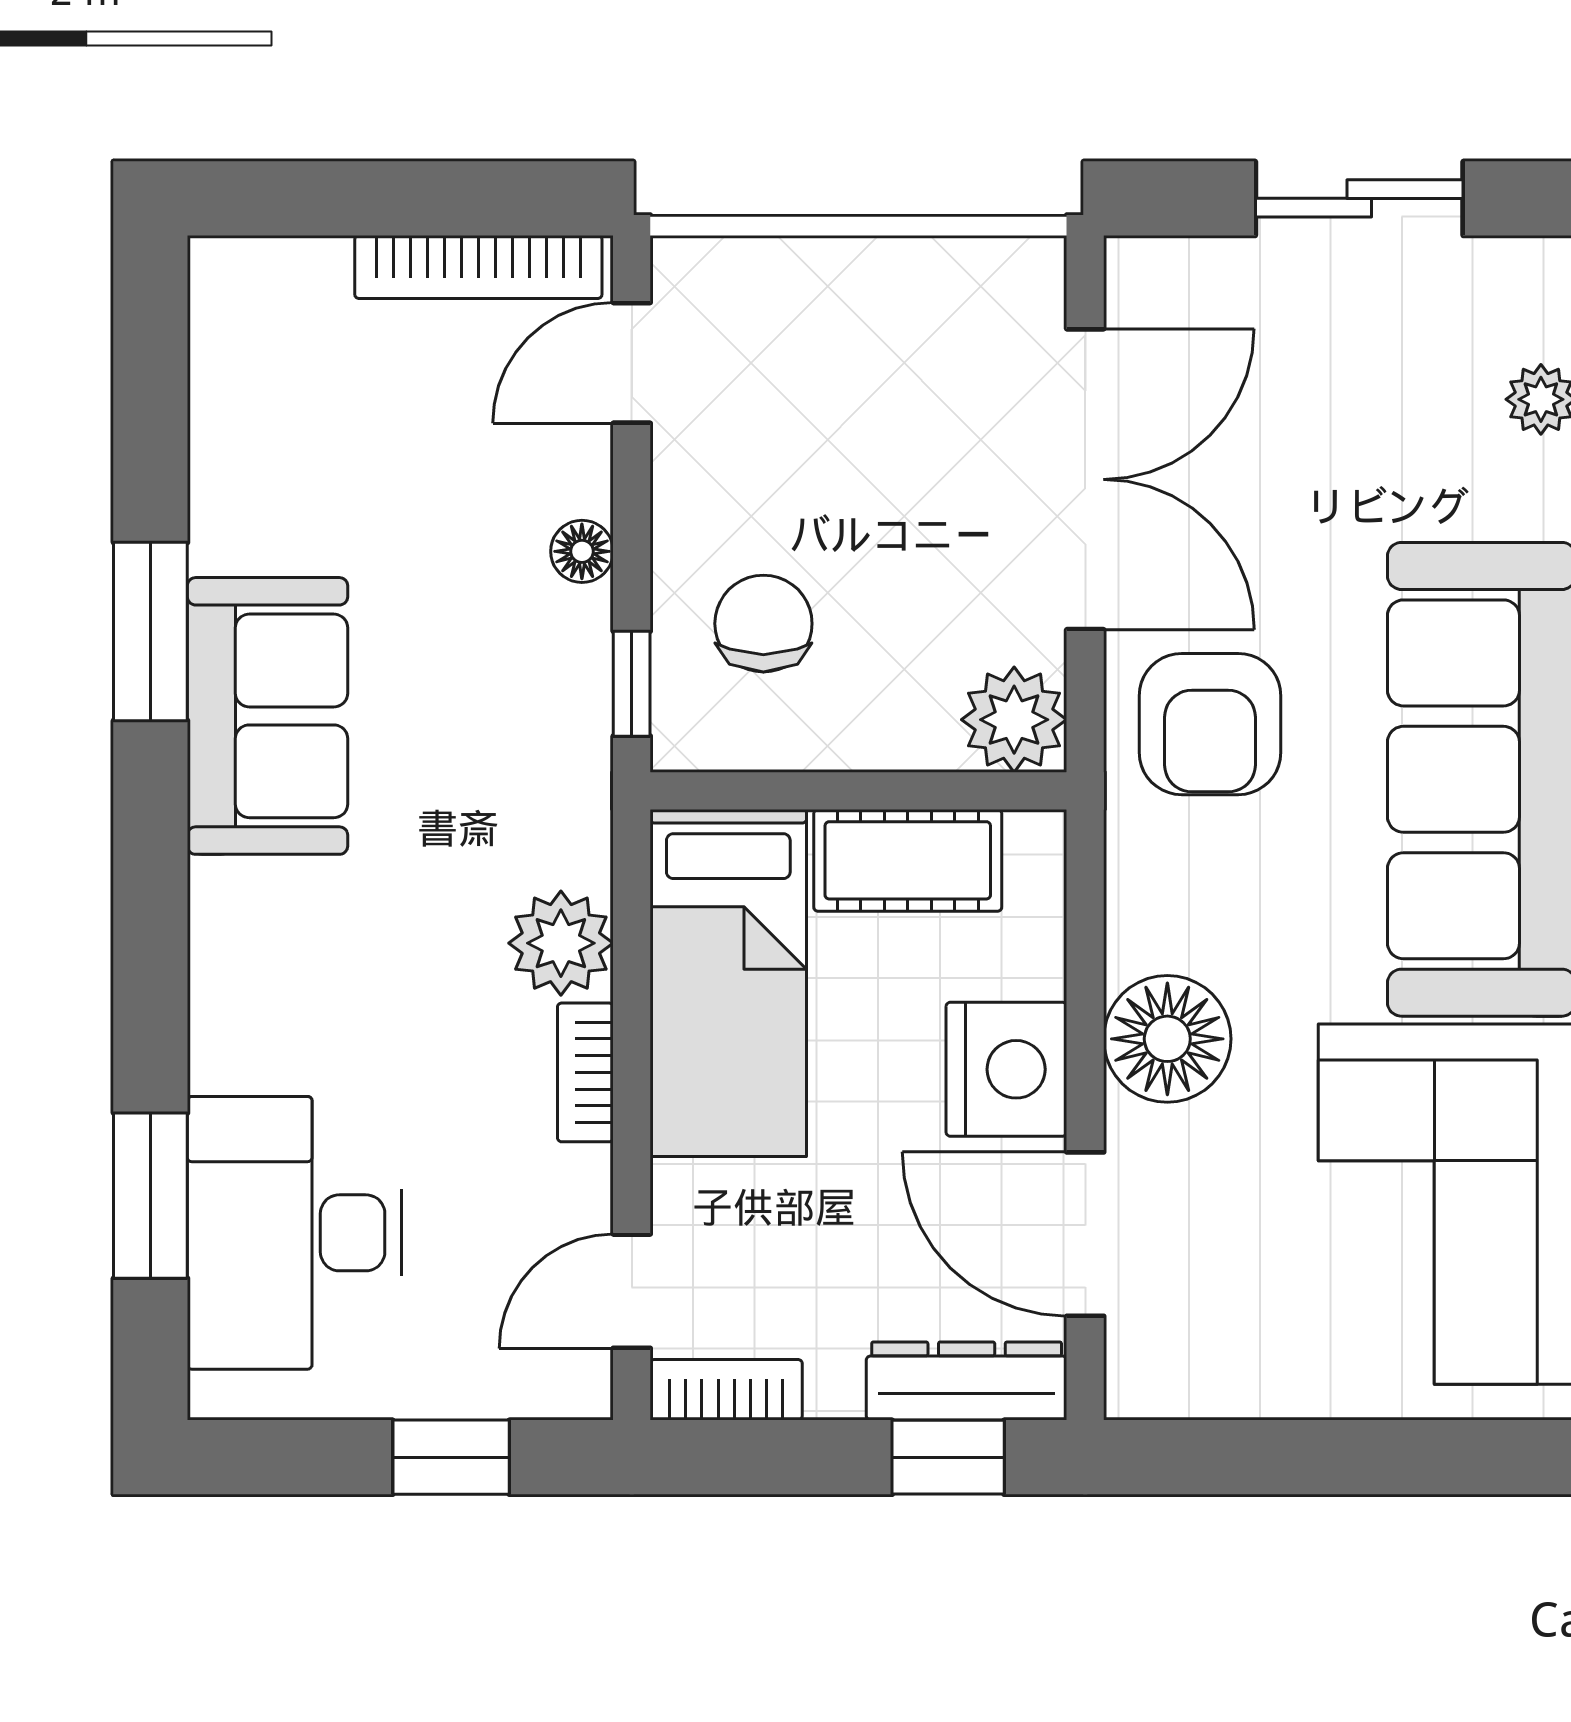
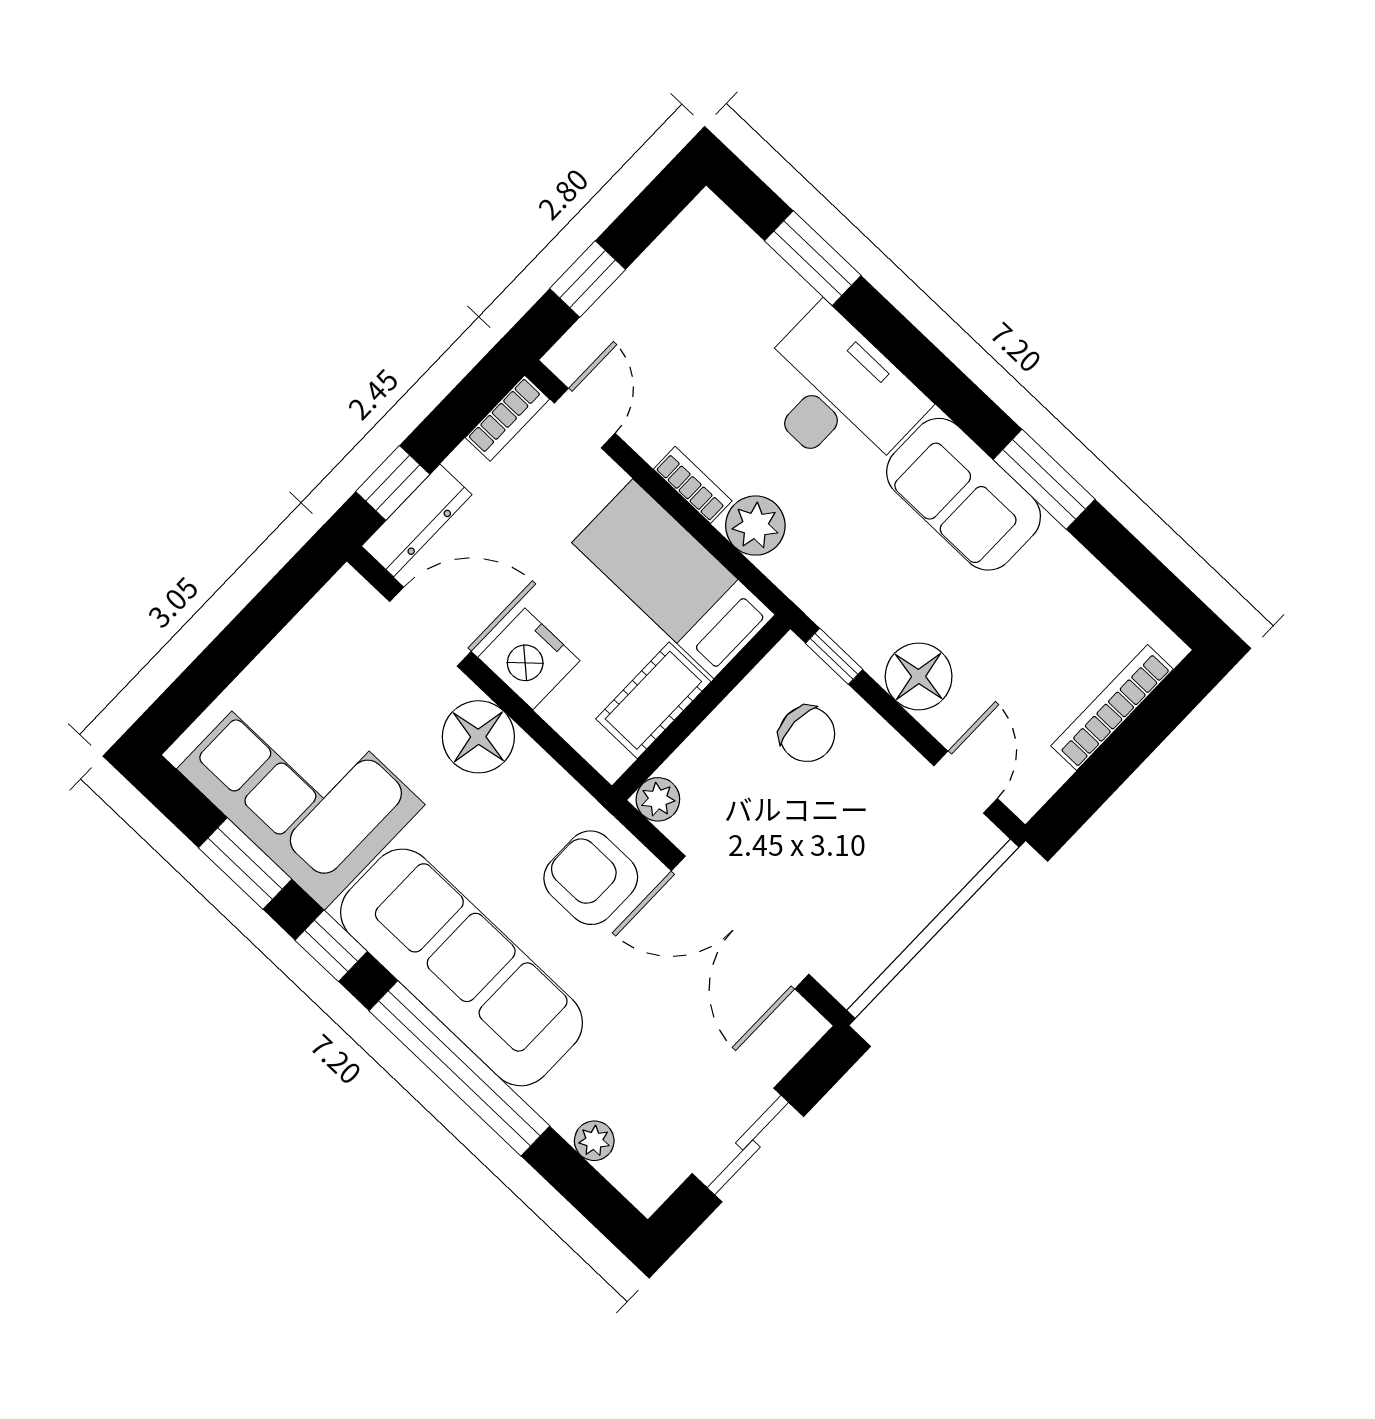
bookcase: (478, 267) -> (1112, 708), moved
floor lamp: (582, 551) -> (919, 676), width x1.89, depth x1.89
plant: (1014, 720) -> (658, 799), width x0.73, depth x0.73
desk: (295, 1233) -> (837, 395), moved

